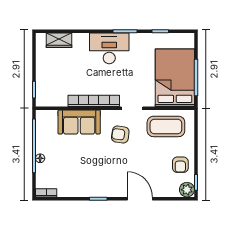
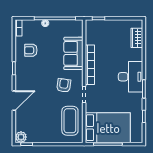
armchair: (180, 165) -> (31, 50), moved

